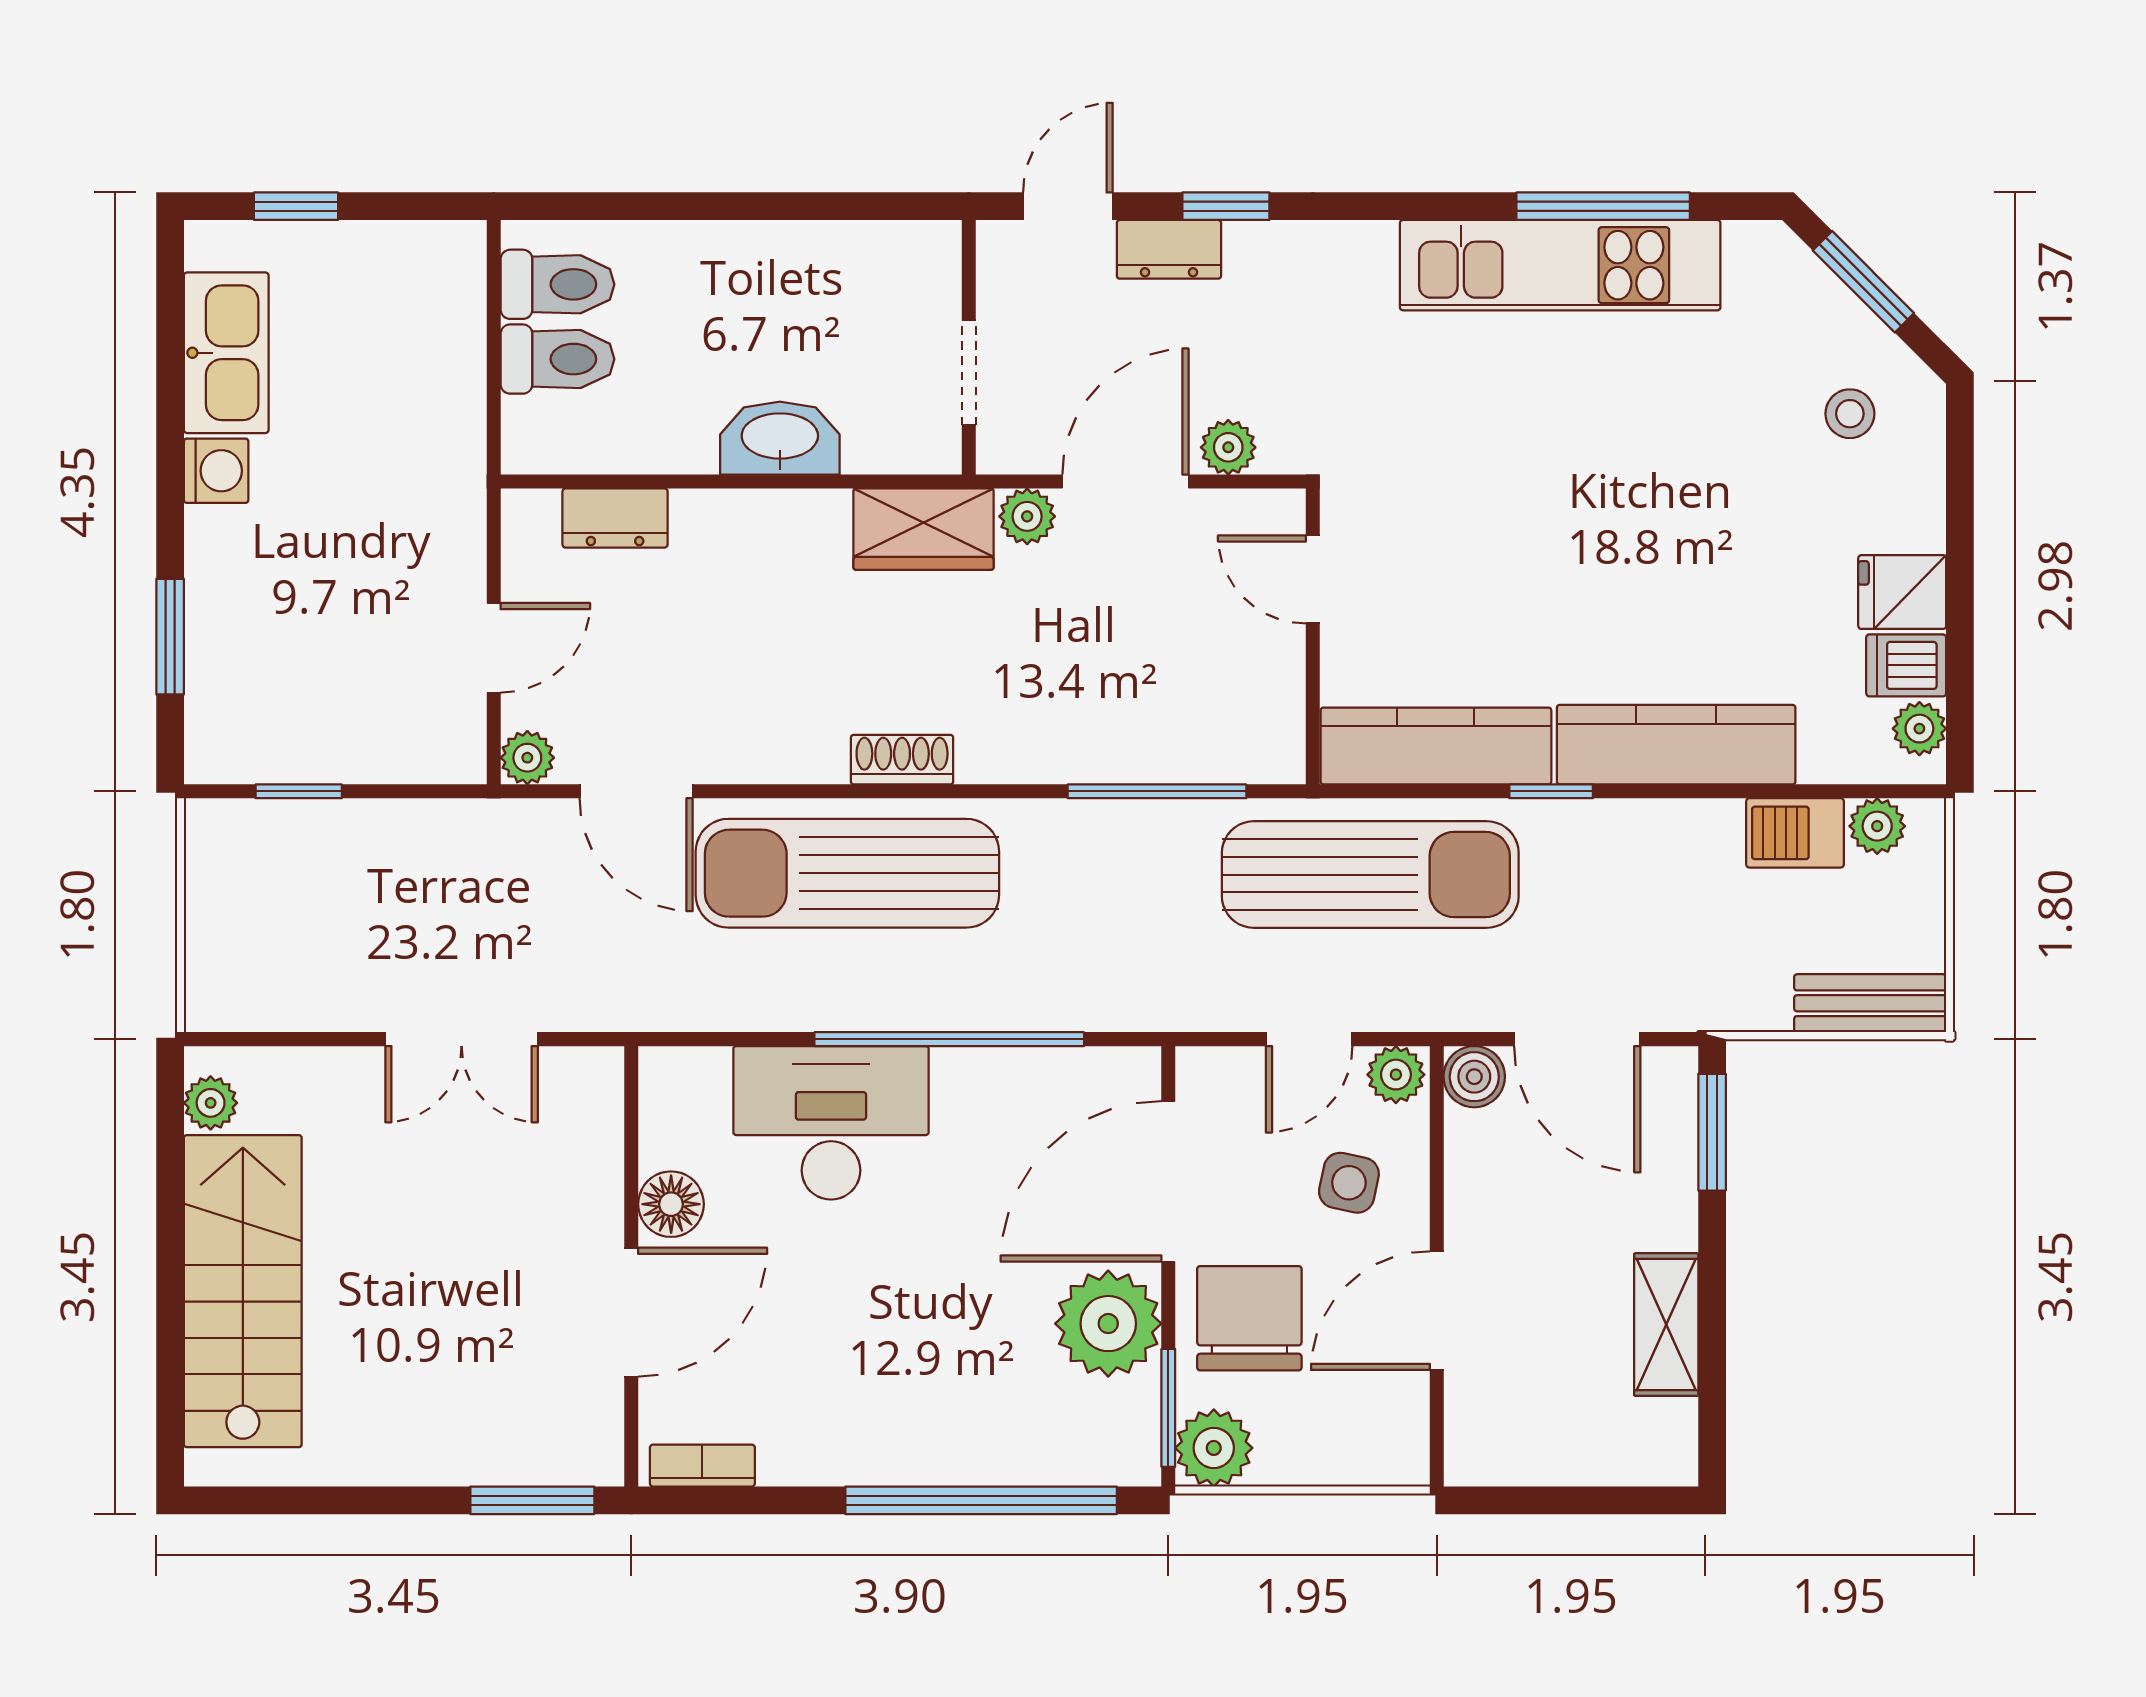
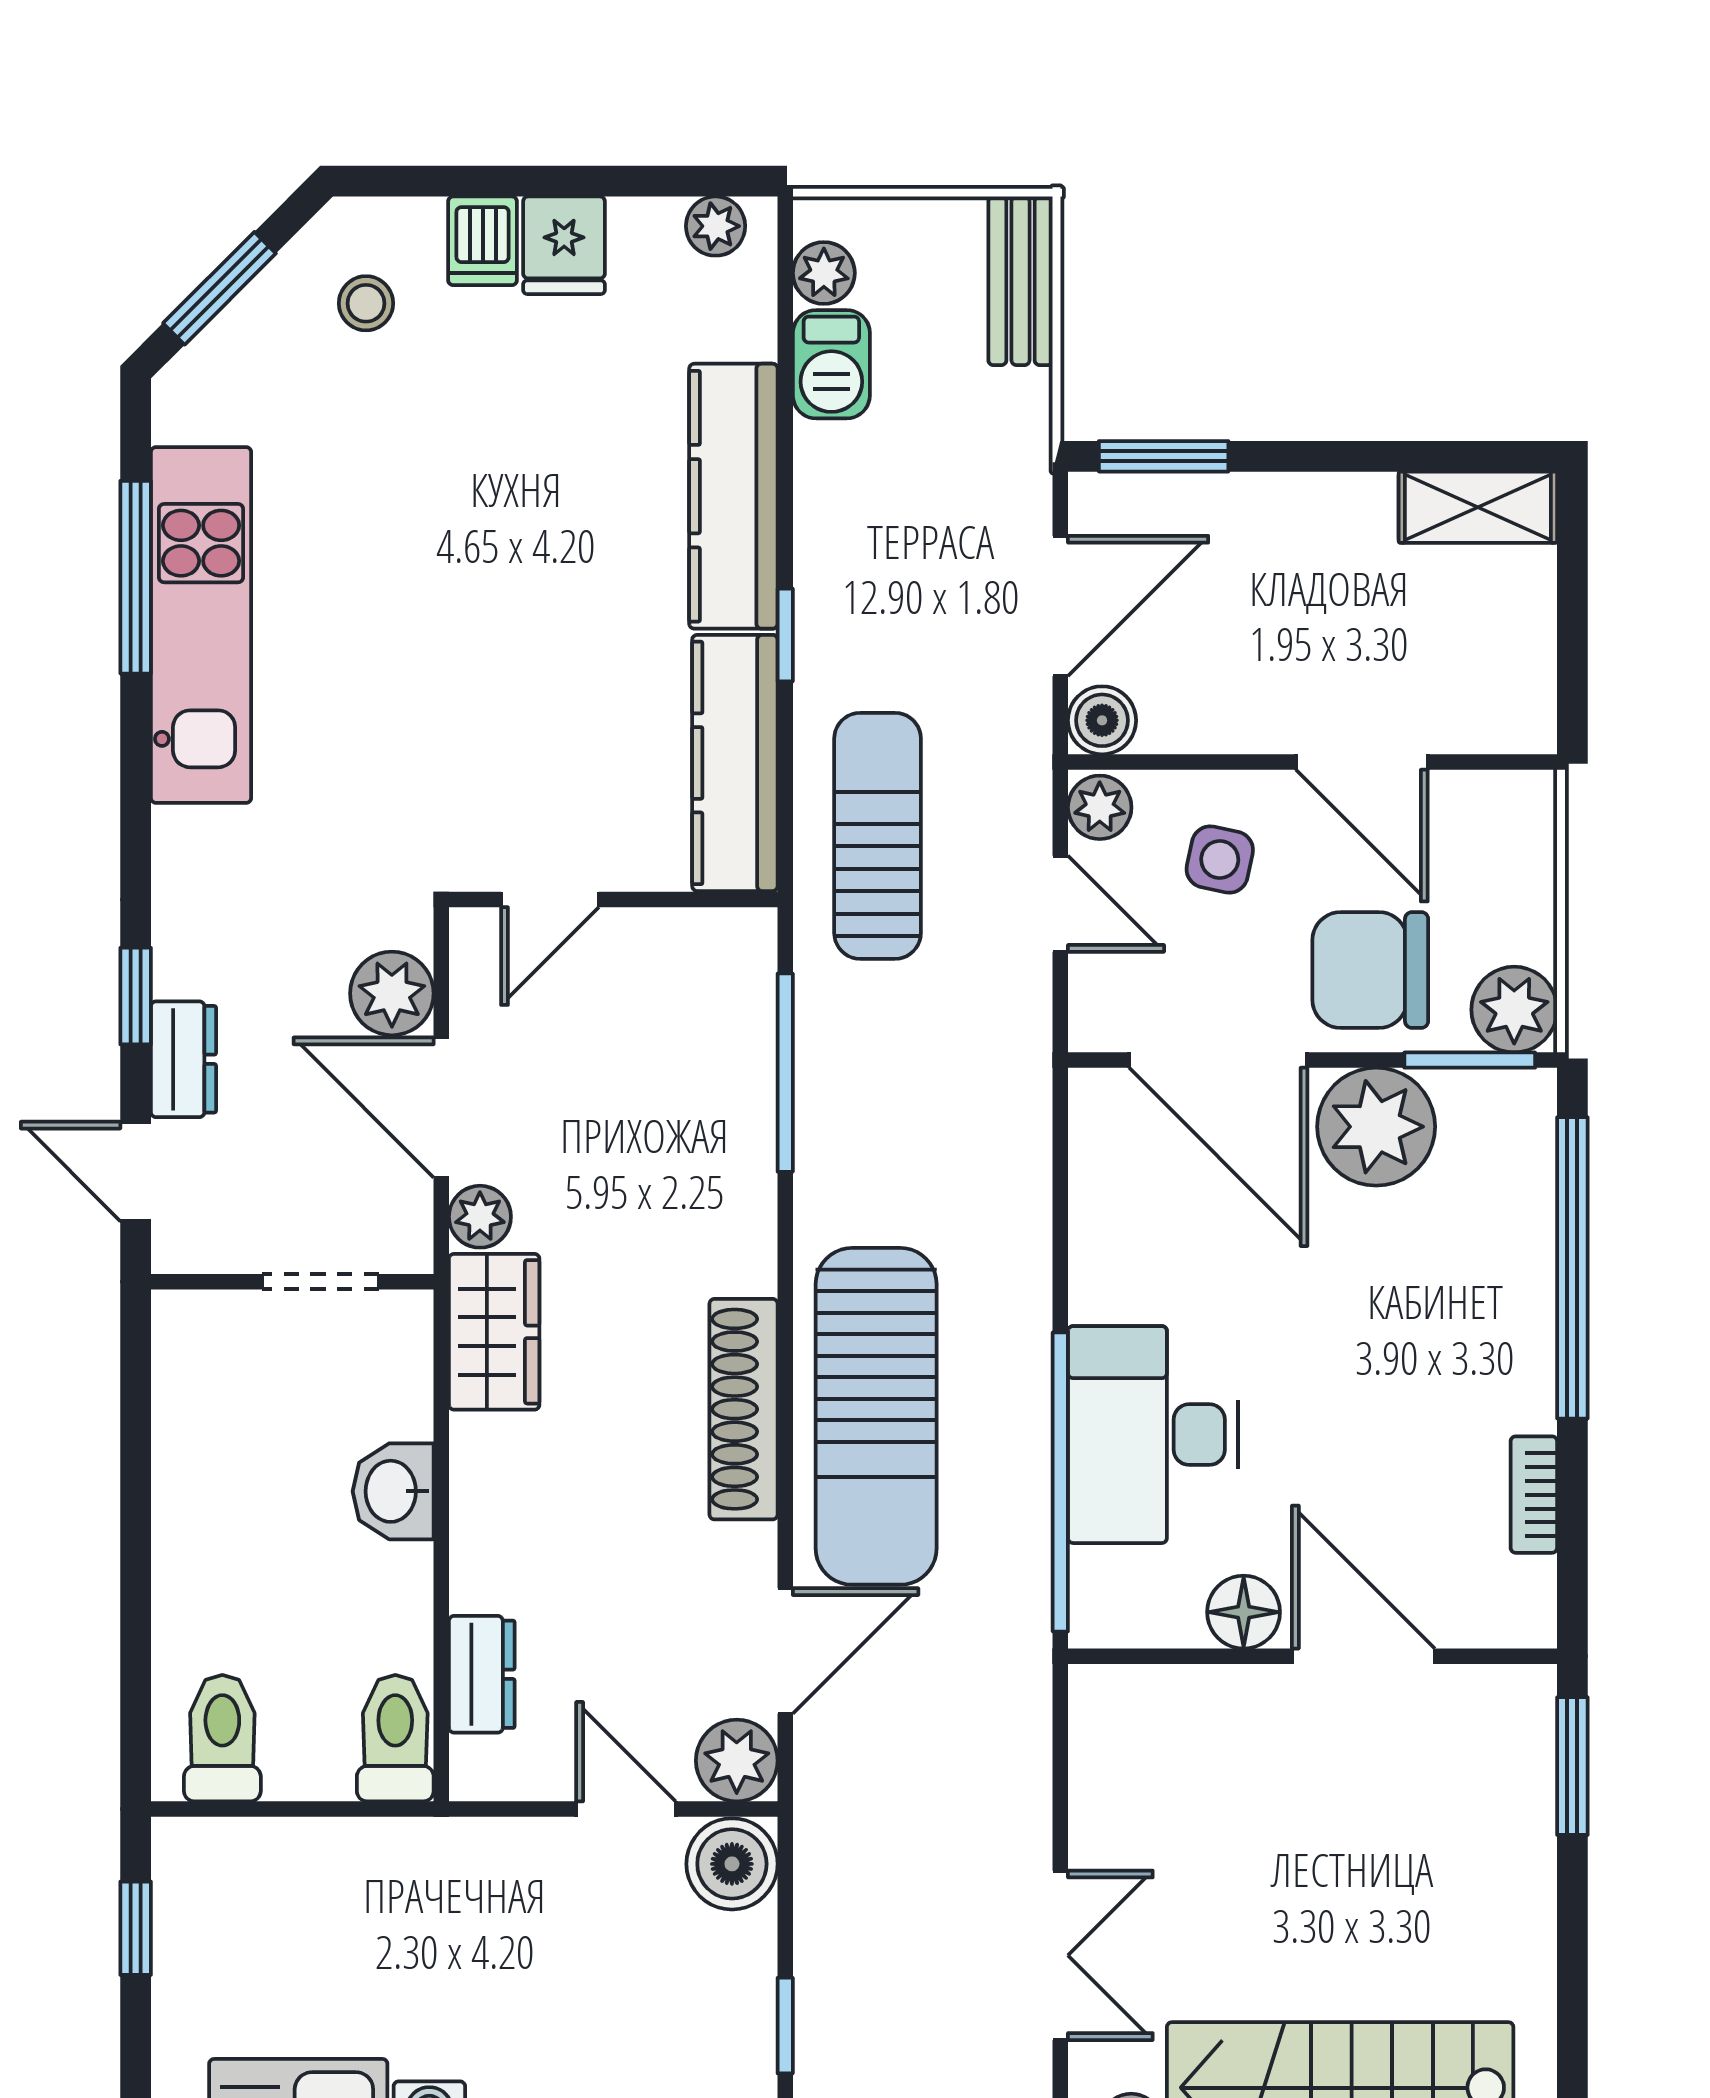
window: (296, 206) -> (136, 1928), moved
toilet: (558, 359) -> (395, 1738), moved
washbasin: (780, 438) -> (393, 1491), width x0.72
plant: (1228, 447) -> (392, 993), width x1.38, depth x1.38
dishwasher: (1906, 665) -> (483, 241), moved
boiler: (444, 743) -> (732, 1864), added
plant: (527, 758) -> (737, 1761), width x1.38, depth x1.38
shoe rack: (902, 760) -> (744, 1409), width x1.94, depth x1.24
sun lounger: (1370, 875) -> (878, 836), width x0.73, depth x0.75
double door: (462, 1039) -> (1060, 1955), moved
window: (949, 1039) -> (1060, 1482), moved
shelving: (1666, 1325) -> (1478, 507), moved
bookcase: (702, 1466) -> (1534, 1495), moved

